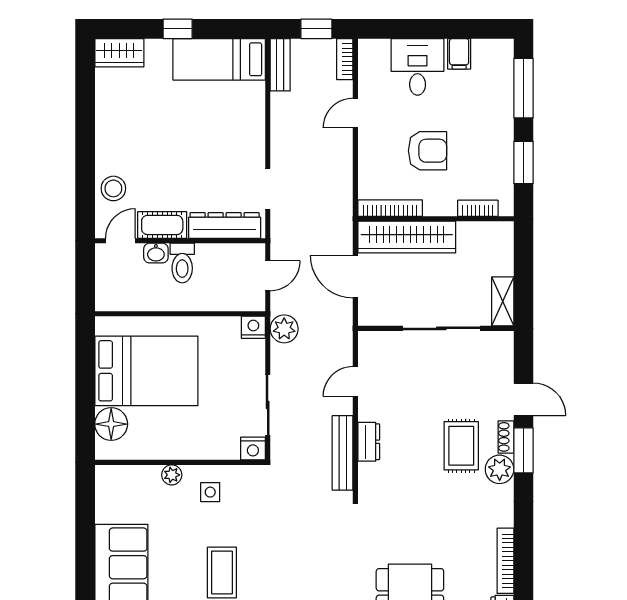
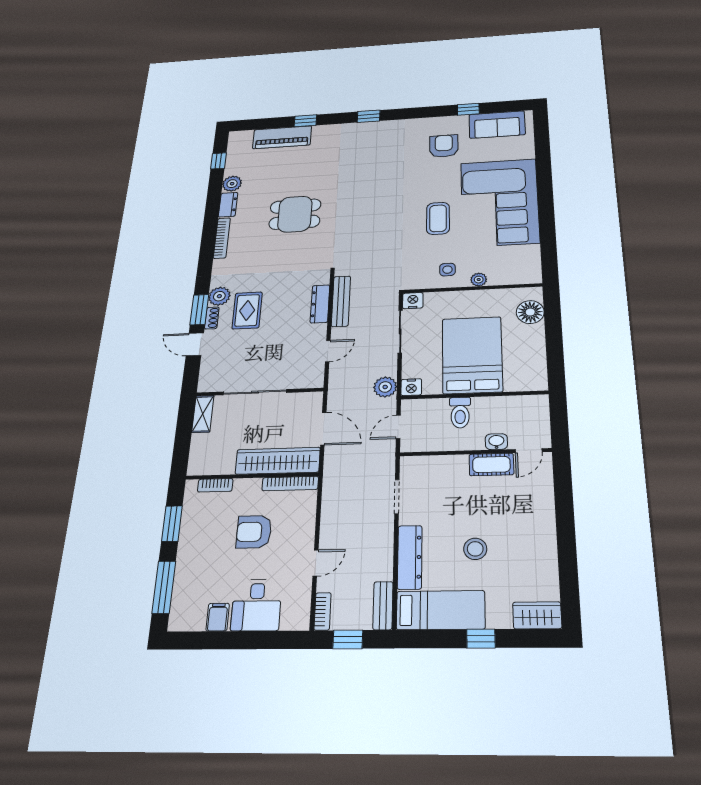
stool: (113, 188) -> (475, 549), moved
dresser: (225, 225) -> (410, 557), moved, turned -90
toilet: (182, 263) -> (460, 413), moved, turned 180
bed: (146, 371) -> (472, 355), moved, turned 90
dresser: (369, 442) -> (320, 304), width x1.44

